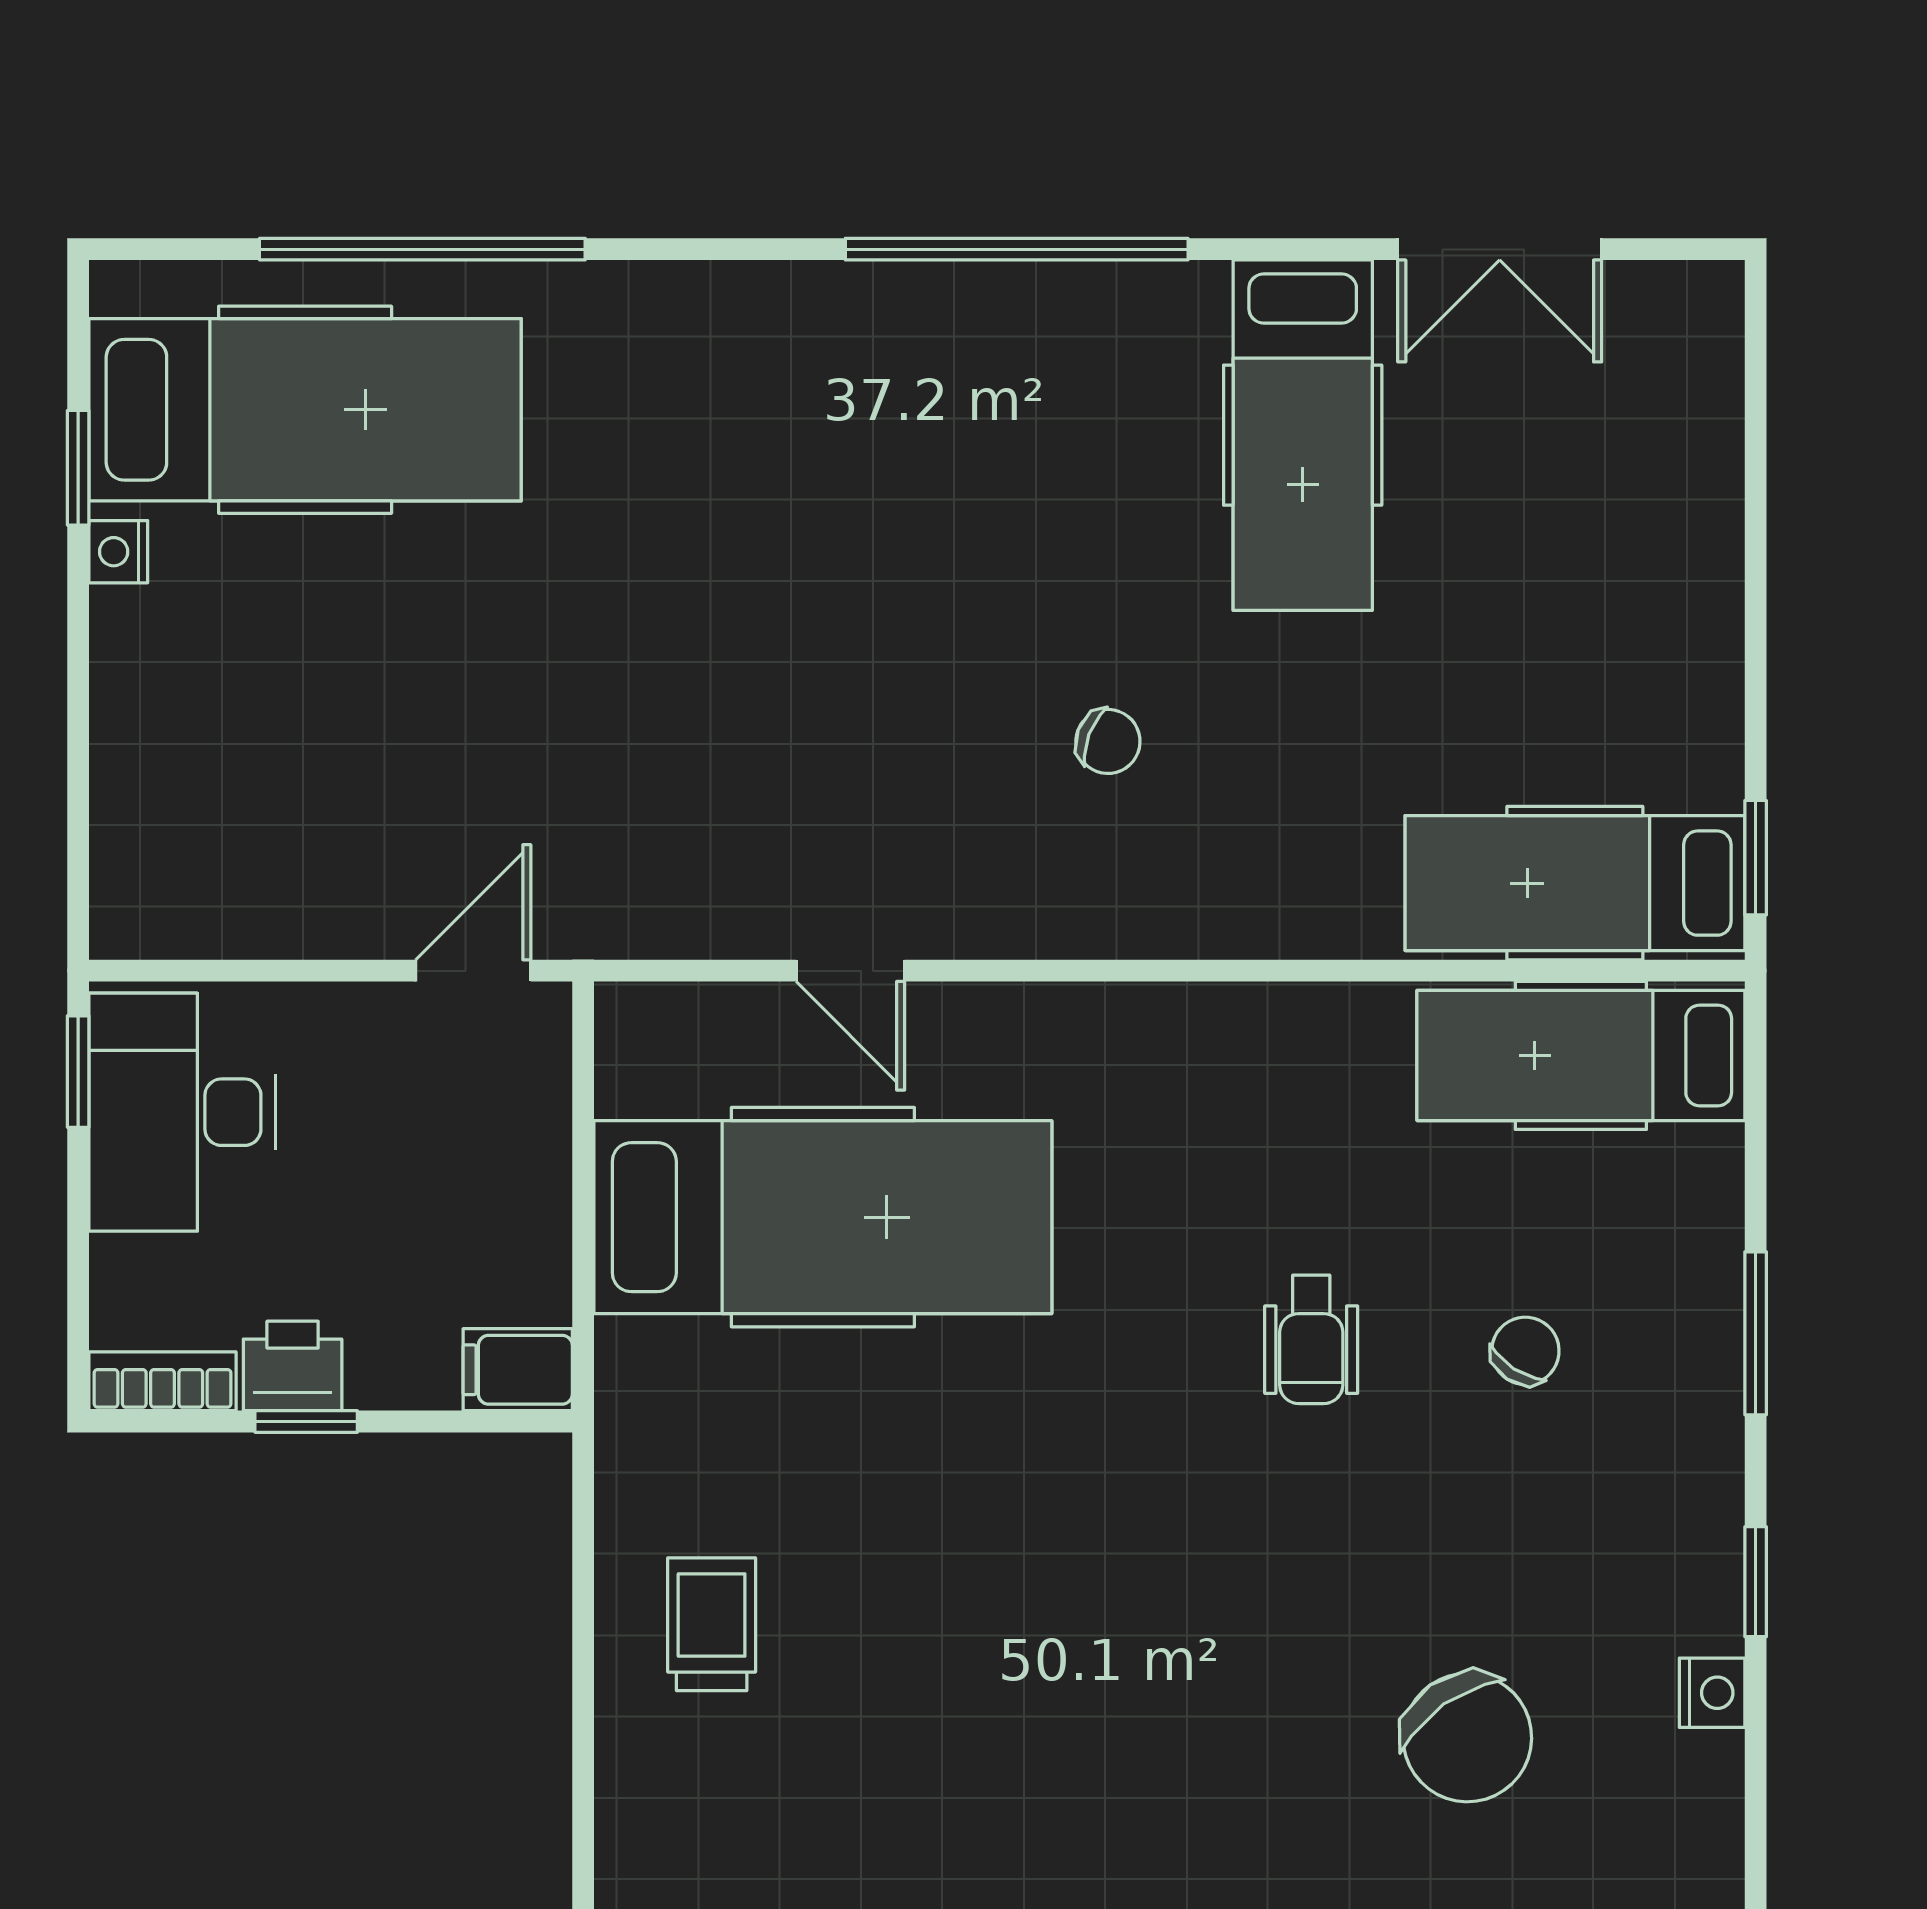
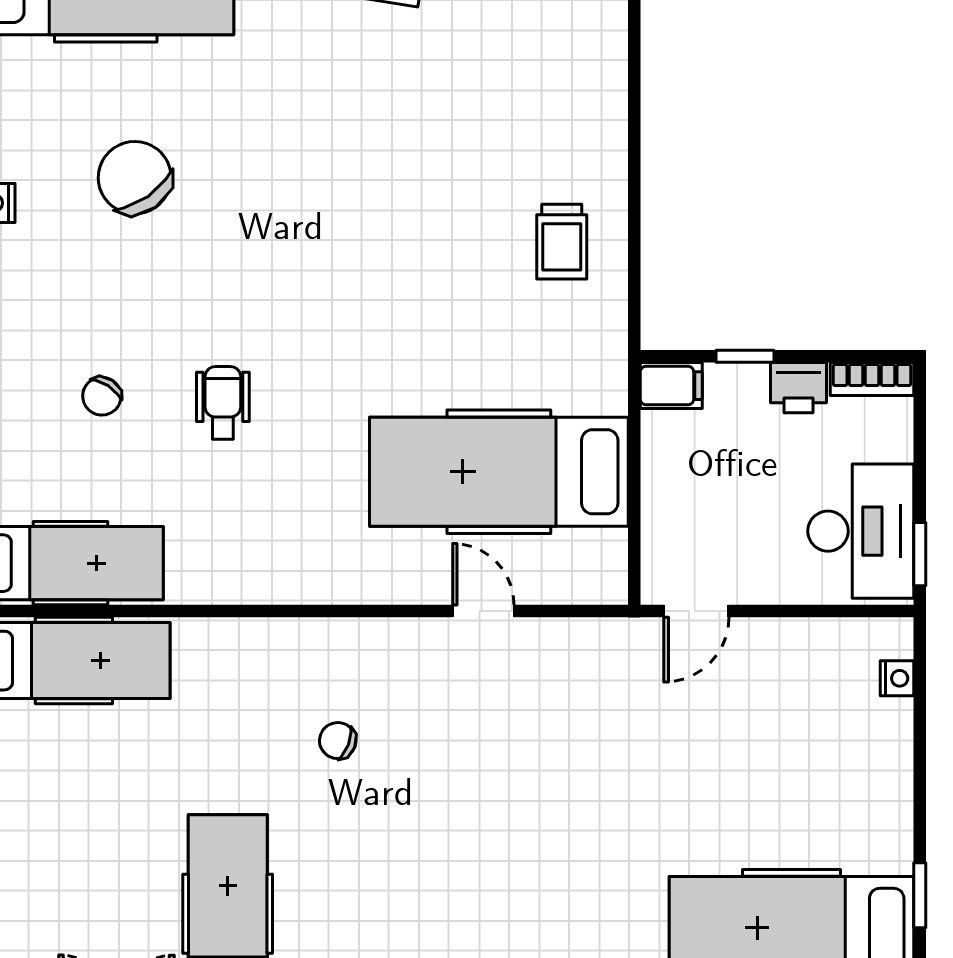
nightstand: (118, 552) -> (897, 678), moved
window: (306, 1422) -> (745, 356), moved

